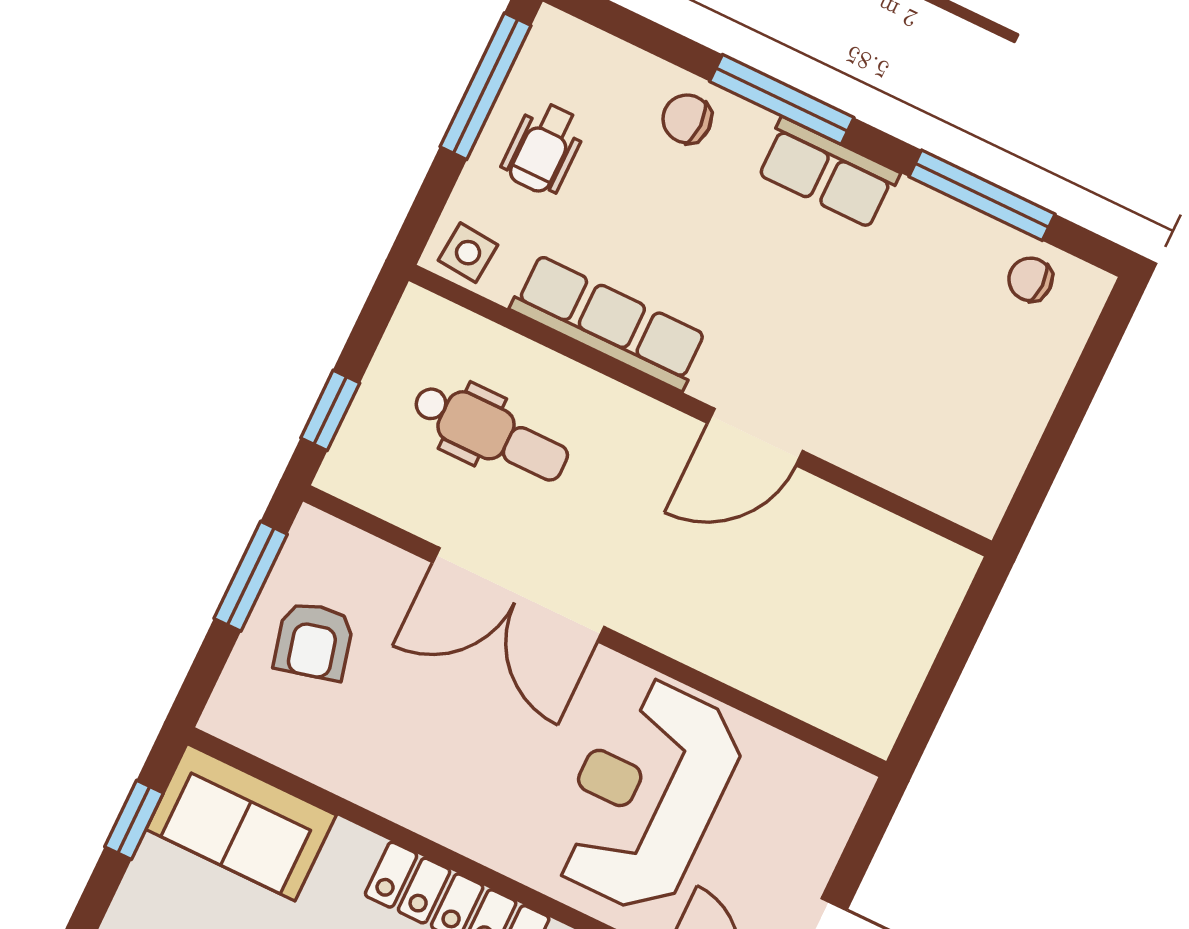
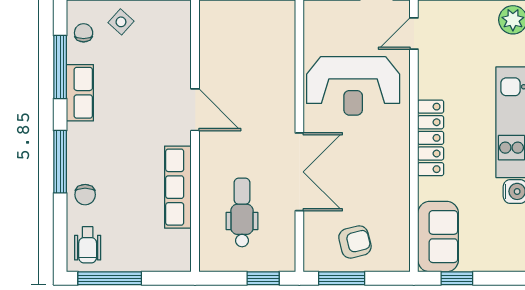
wheelchair: (544, 148) -> (88, 245), moved, turned 90
row of seats: (828, 173) -> (80, 93), moved
side table: (468, 253) -> (121, 22), moved, turned 37
chair: (1030, 279) -> (84, 33), turned 180

